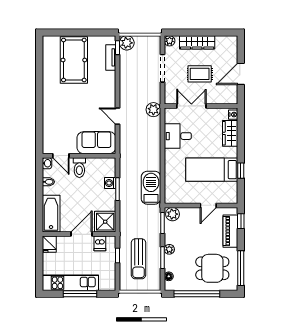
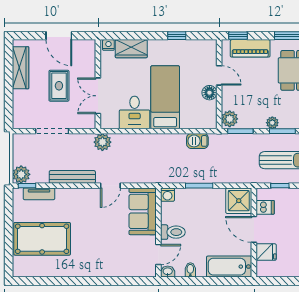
plant: (170, 41) -> (19, 122), removed
wardrobe: (197, 42) -> (21, 68), moved
bench: (125, 85) -> (72, 177), added
bed: (212, 170) -> (165, 97), moved, turned 180
washing machine: (110, 183) -> (168, 195), moved
barbecue: (151, 188) -> (197, 141), width x0.53, depth x0.65
floor lamp: (194, 198) -> (209, 93), added
fridge: (49, 244) -> (266, 252), moved

